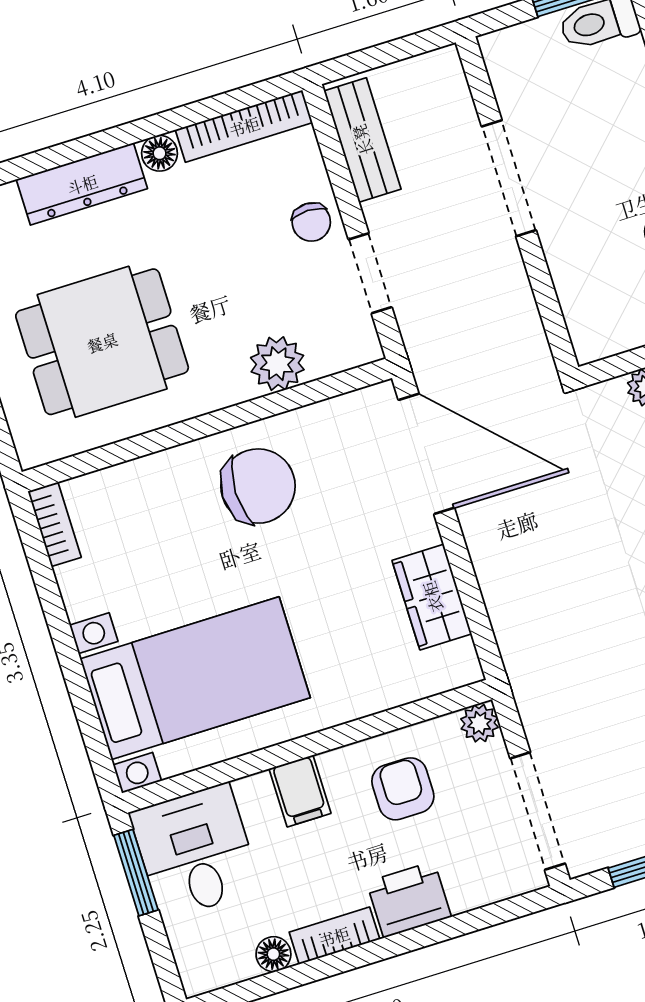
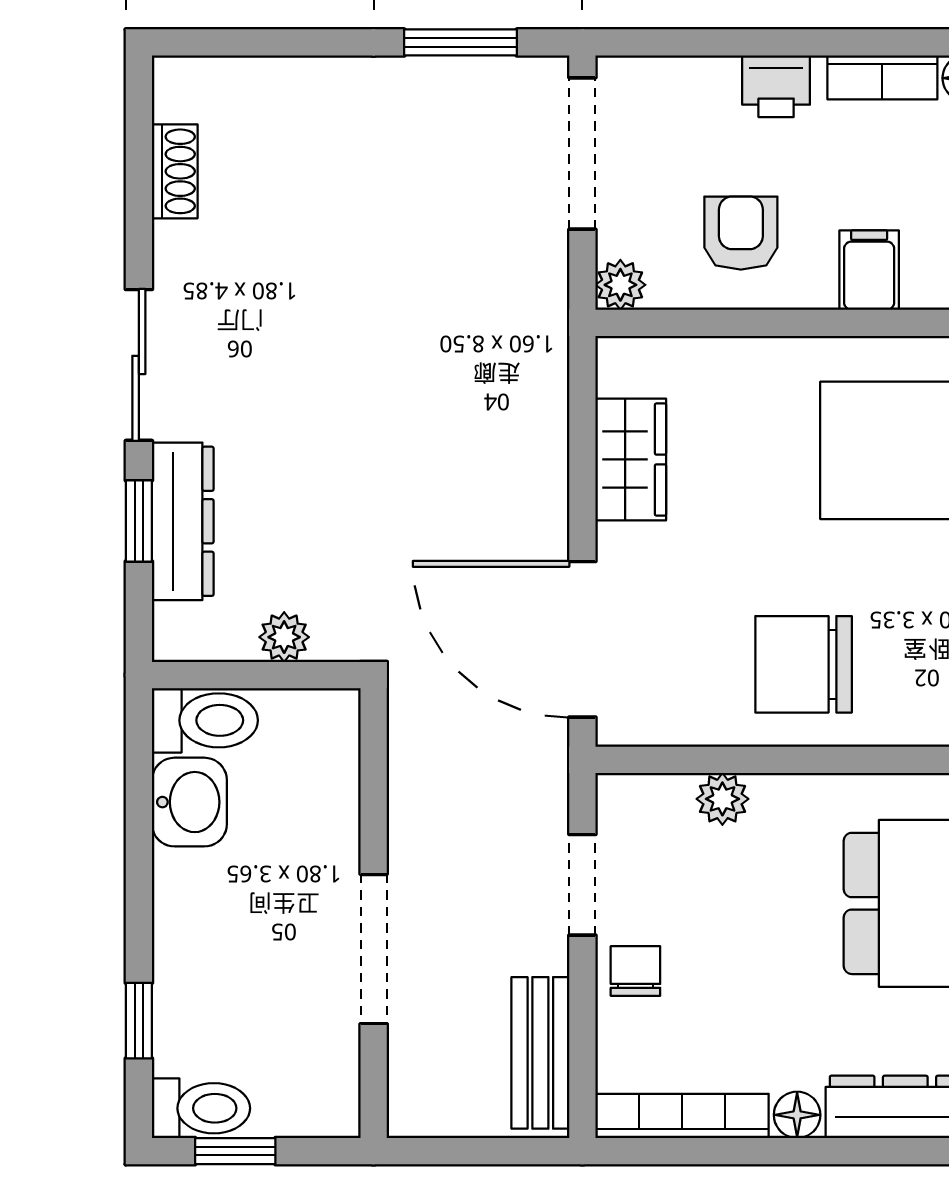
plant: (277, 364) -> (722, 799), width x0.73, depth x0.73
armchair: (403, 789) -> (741, 233), turned 180
printer: (409, 899) -> (776, 86), width x0.73, depth x0.81

